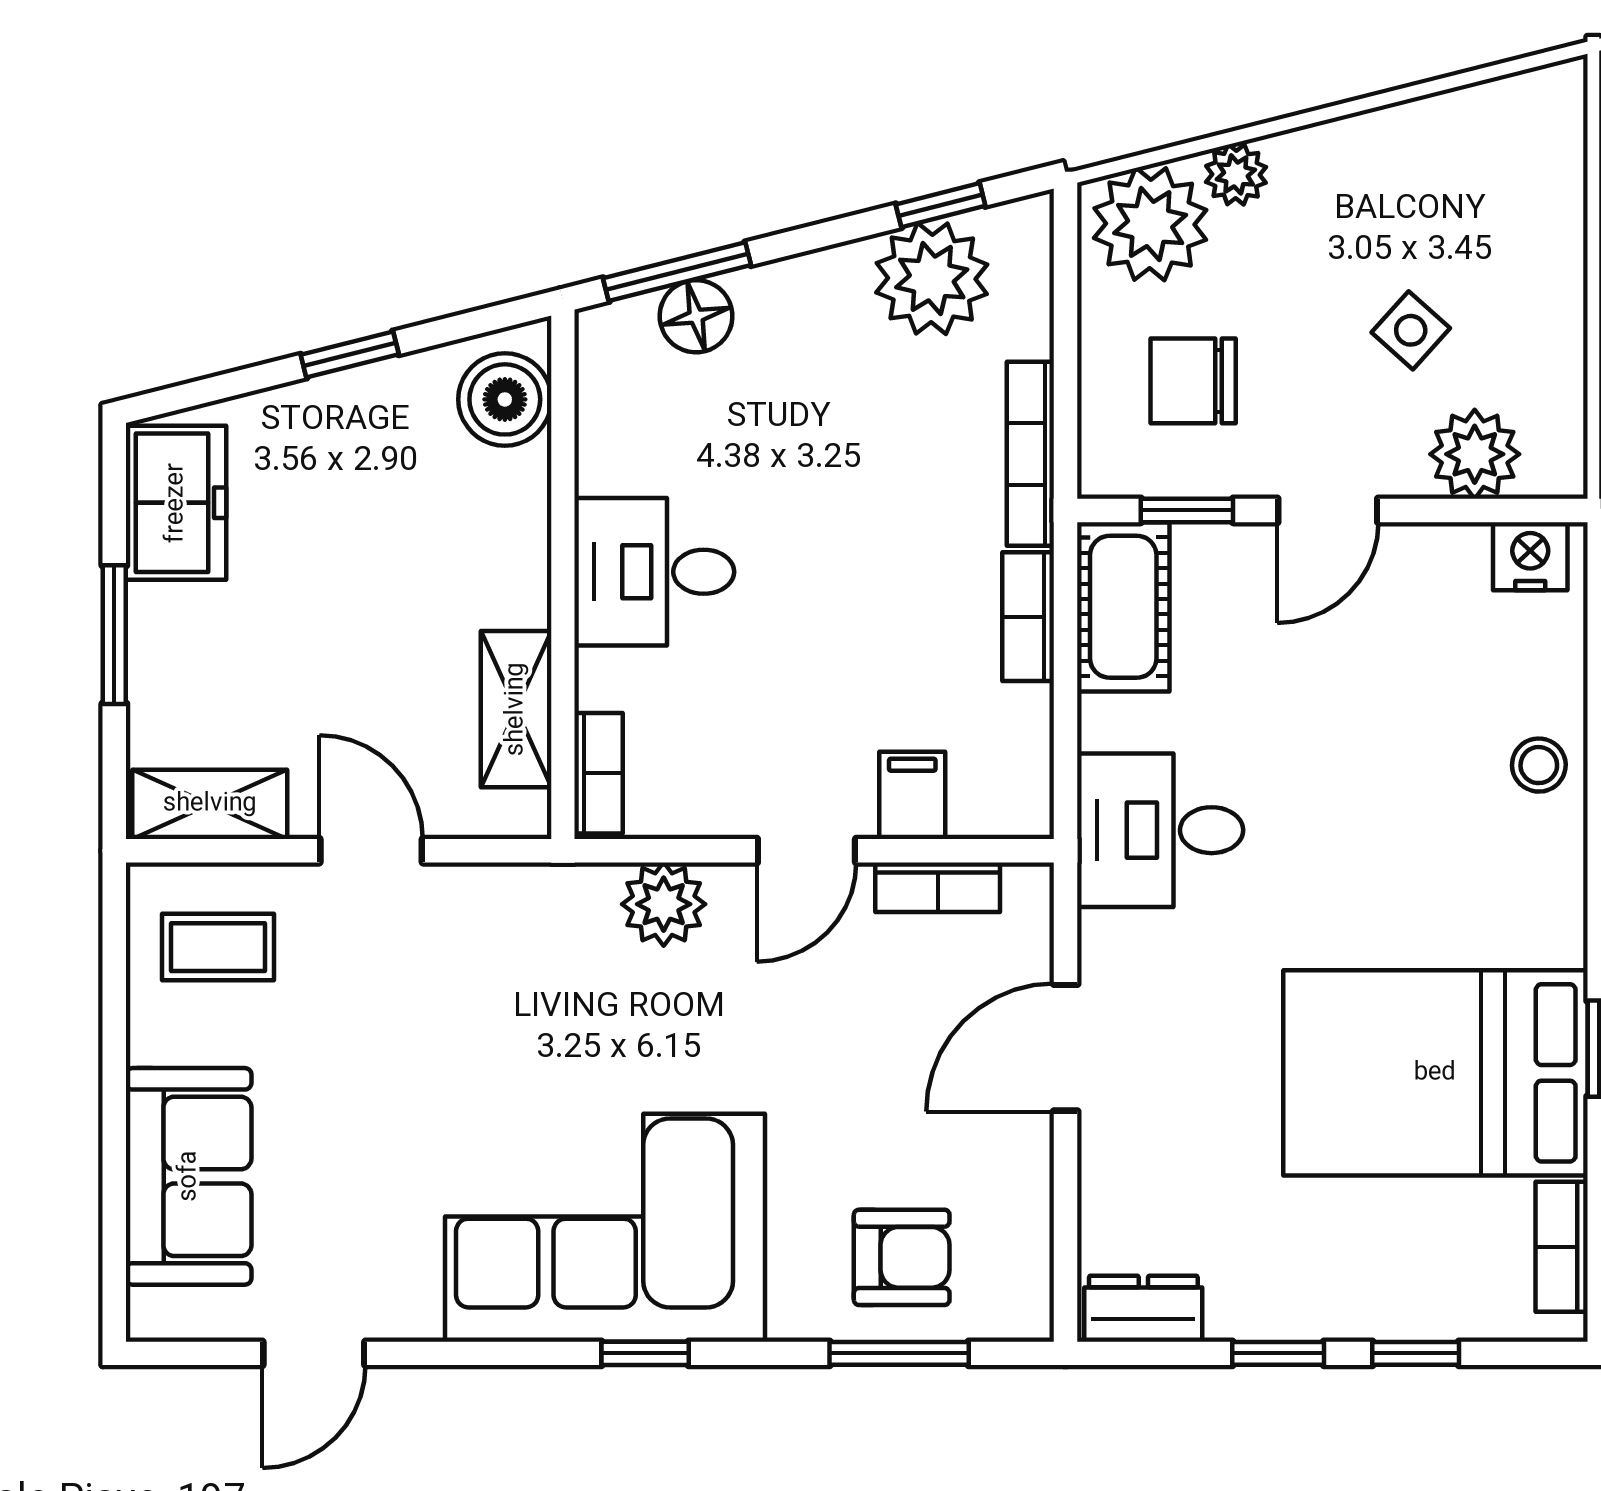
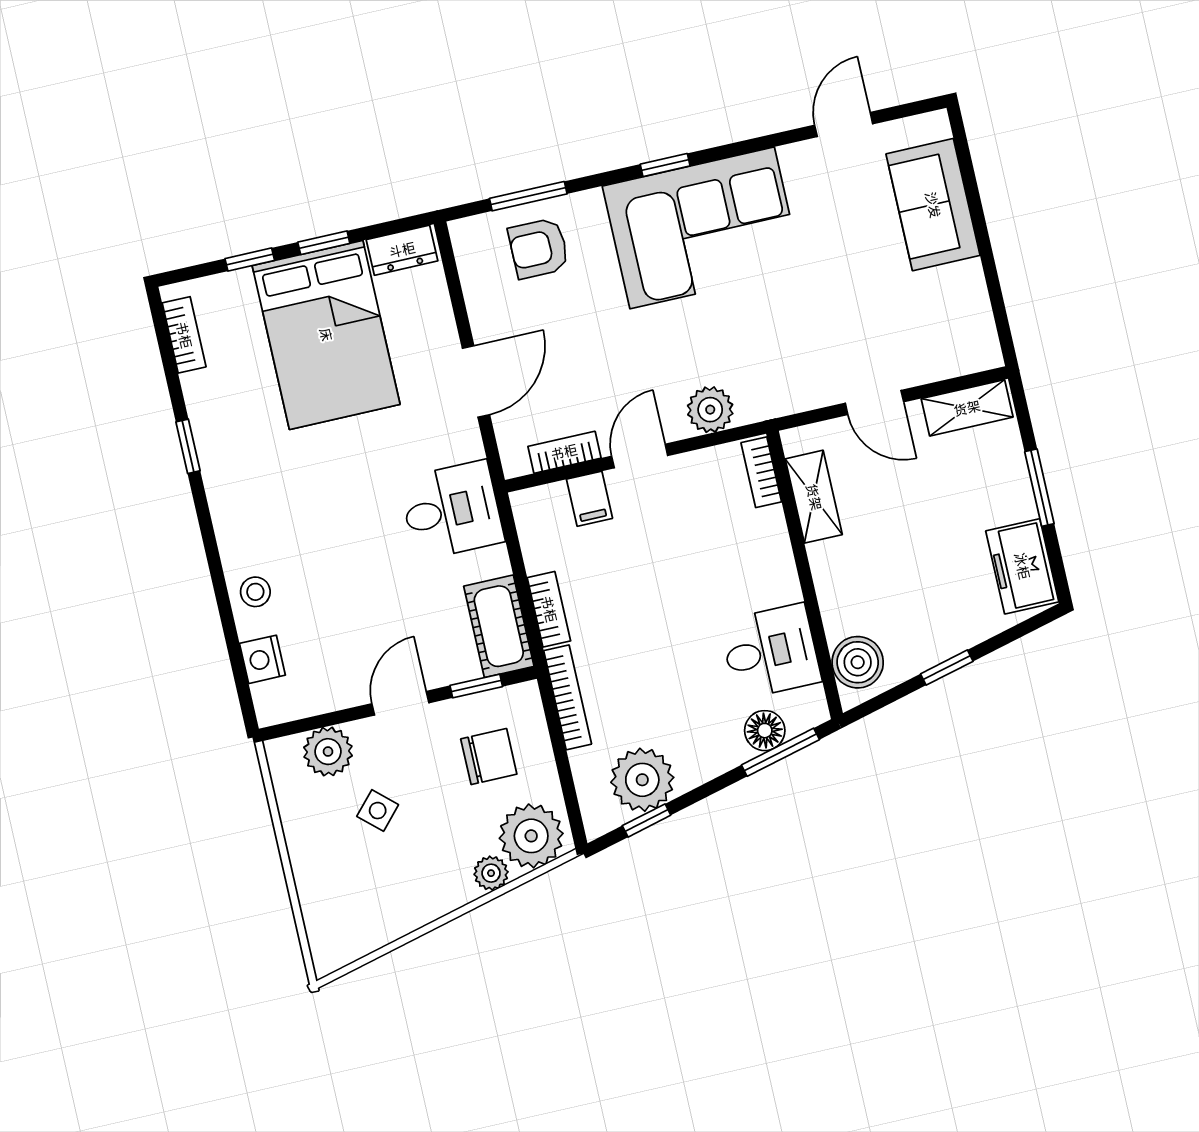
nightstand: (1530, 556) -> (262, 659), moved, turned 90
desk: (654, 572) -> (770, 651), moved
coffee table: (218, 947) -> (945, 332), removed
bed: (1435, 1073) -> (326, 335), moved, turned 90

